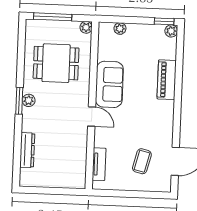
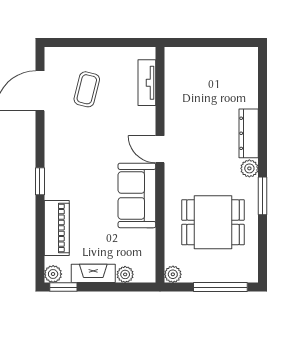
fireplace: (143, 30) -> (93, 273), added
piano: (167, 80) -> (57, 228), moved
window: (178, 97) -> (40, 181), added
window: (19, 101) -> (263, 196), moved
dresser: (27, 150) -> (249, 133), moved

